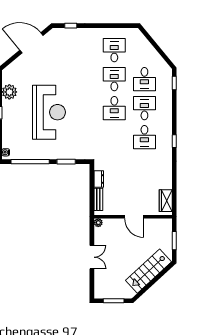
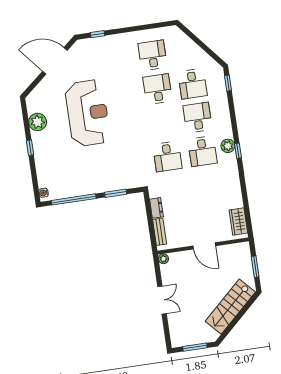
desk: (114, 108) -> (167, 156), moved
reception desk: (49, 112) -> (88, 113), moved
plant: (166, 136) -> (228, 146), added

